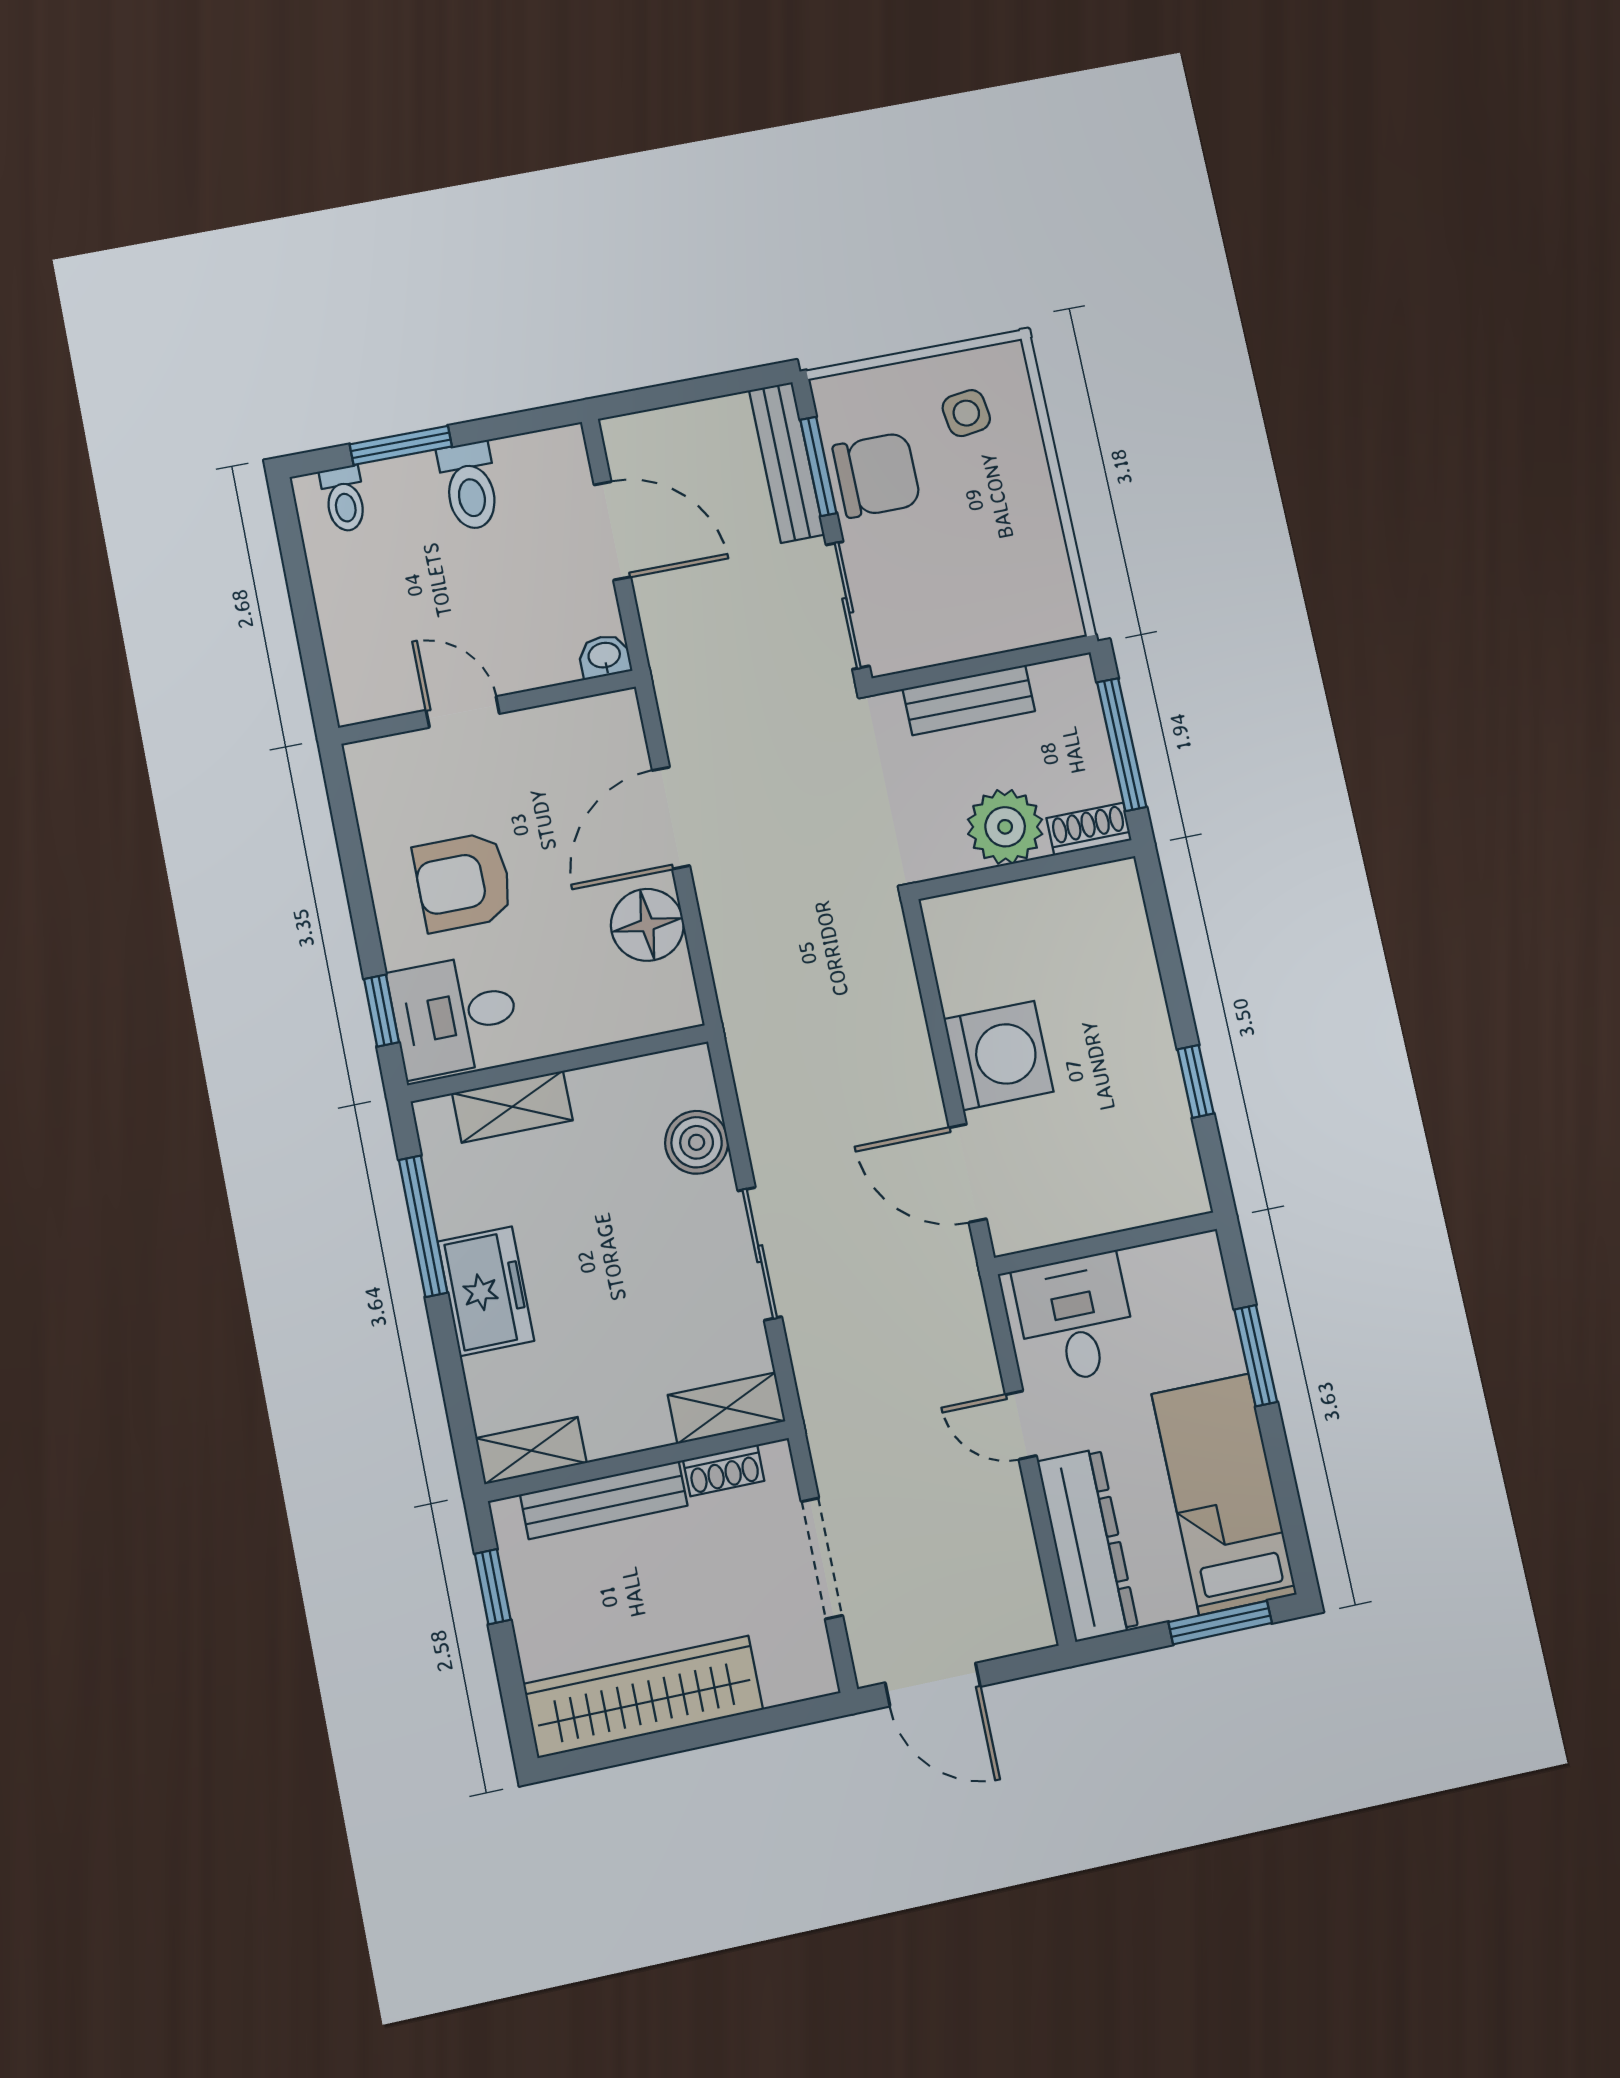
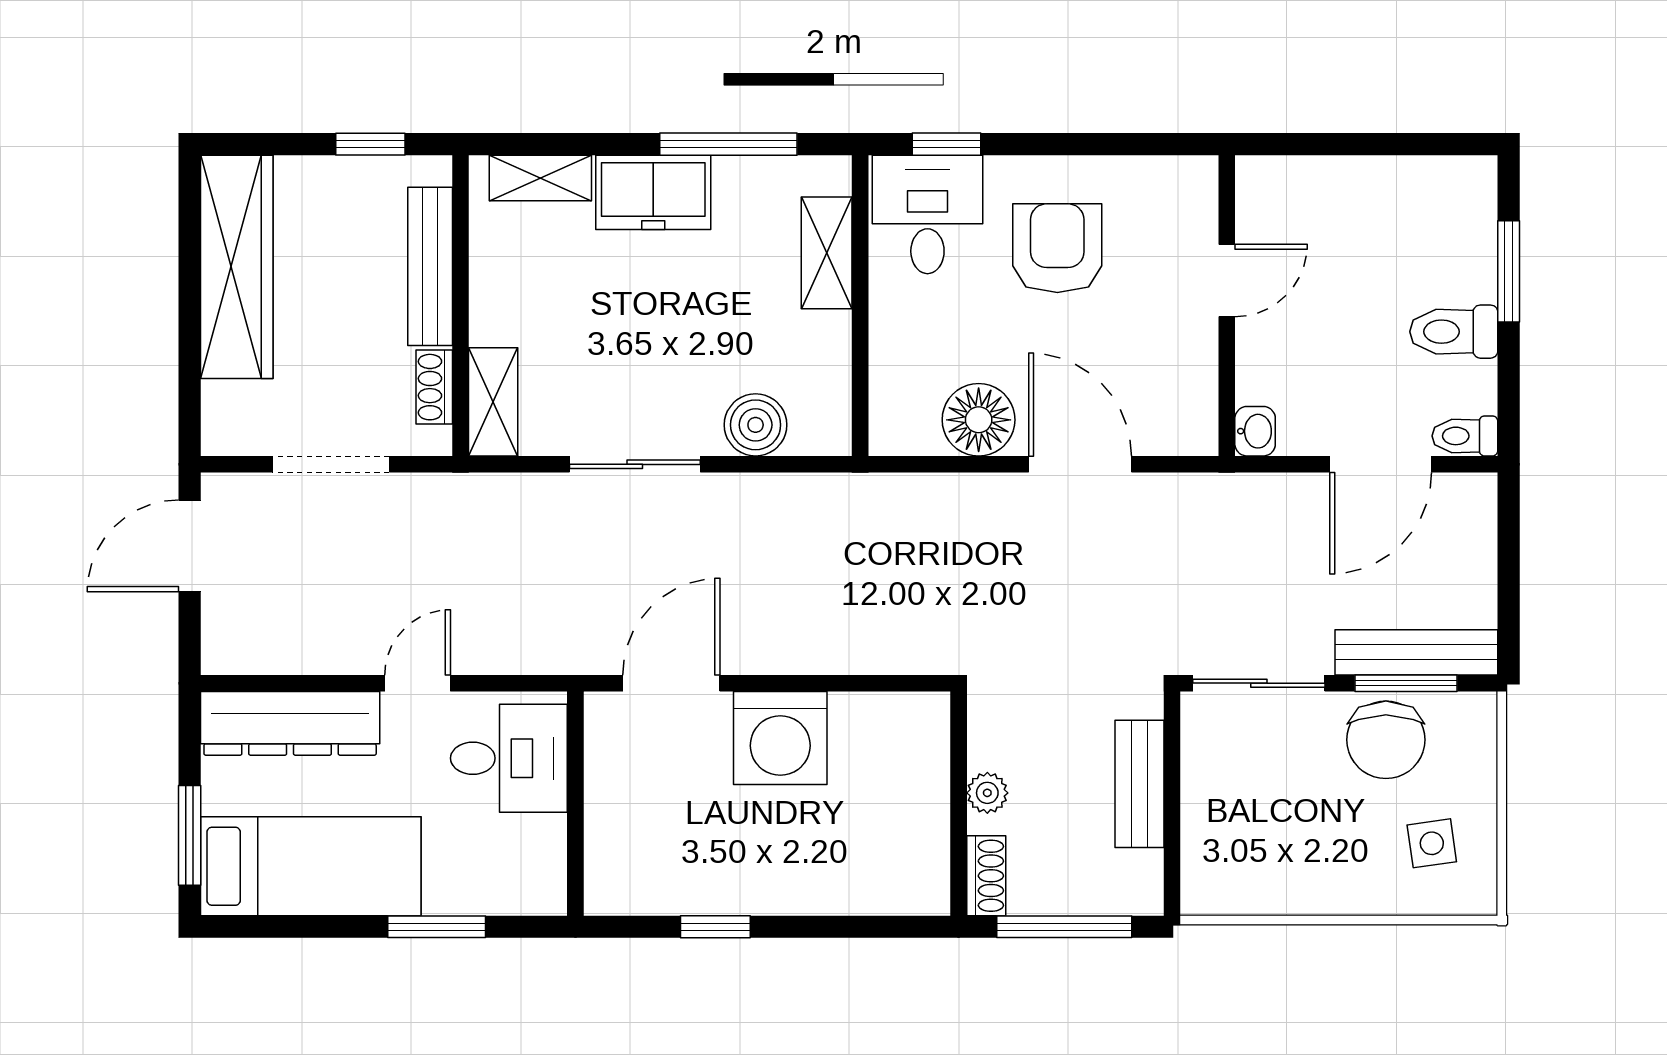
toilet: (344, 499) -> (1465, 436), moved
plant: (1005, 827) -> (987, 793), width x0.53, depth x0.53
shelving: (531, 1451) -> (540, 178), moved, turned 90

